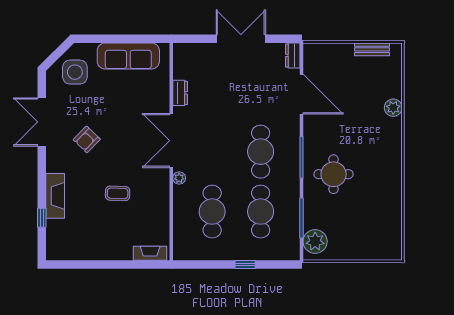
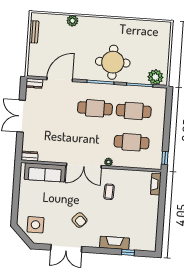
sofa: (128, 56) -> (45, 172), moved, turned 90
dresser: (180, 93) -> (29, 156), moved
round table: (334, 174) -> (113, 62), width x1.36, depth x1.36
coffee table: (118, 193) -> (109, 192), moved
window: (245, 265) -> (165, 158), moved

